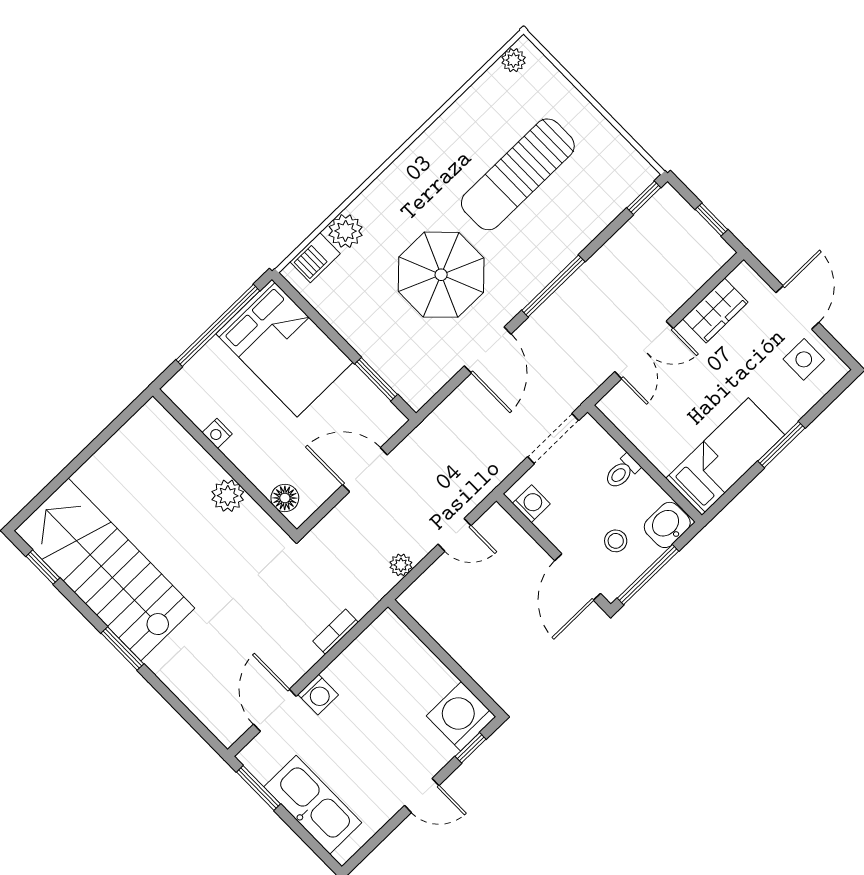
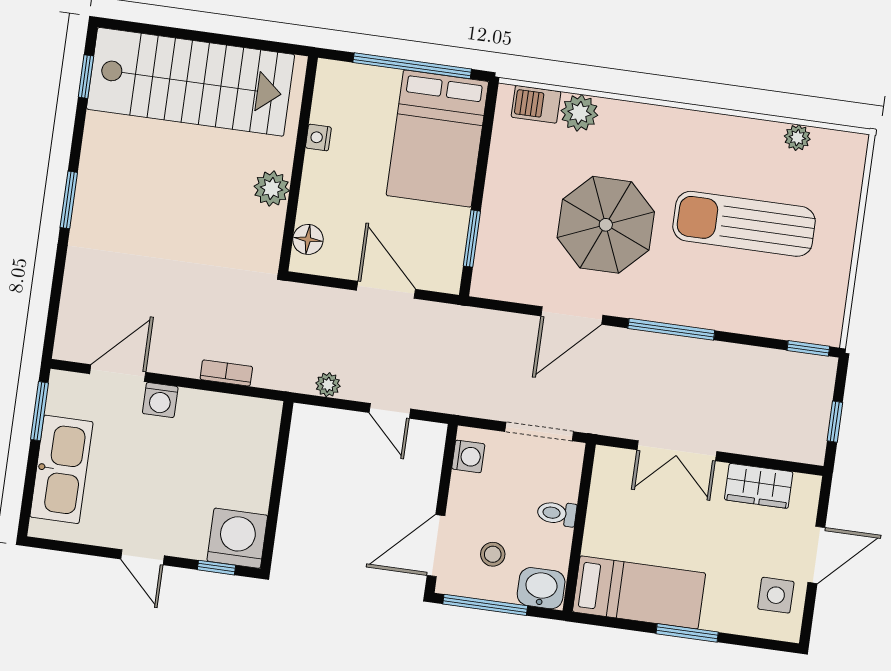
plant: (514, 60) -> (797, 138), moved
stairs: (104, 569) -> (191, 82), moved, turned 90

